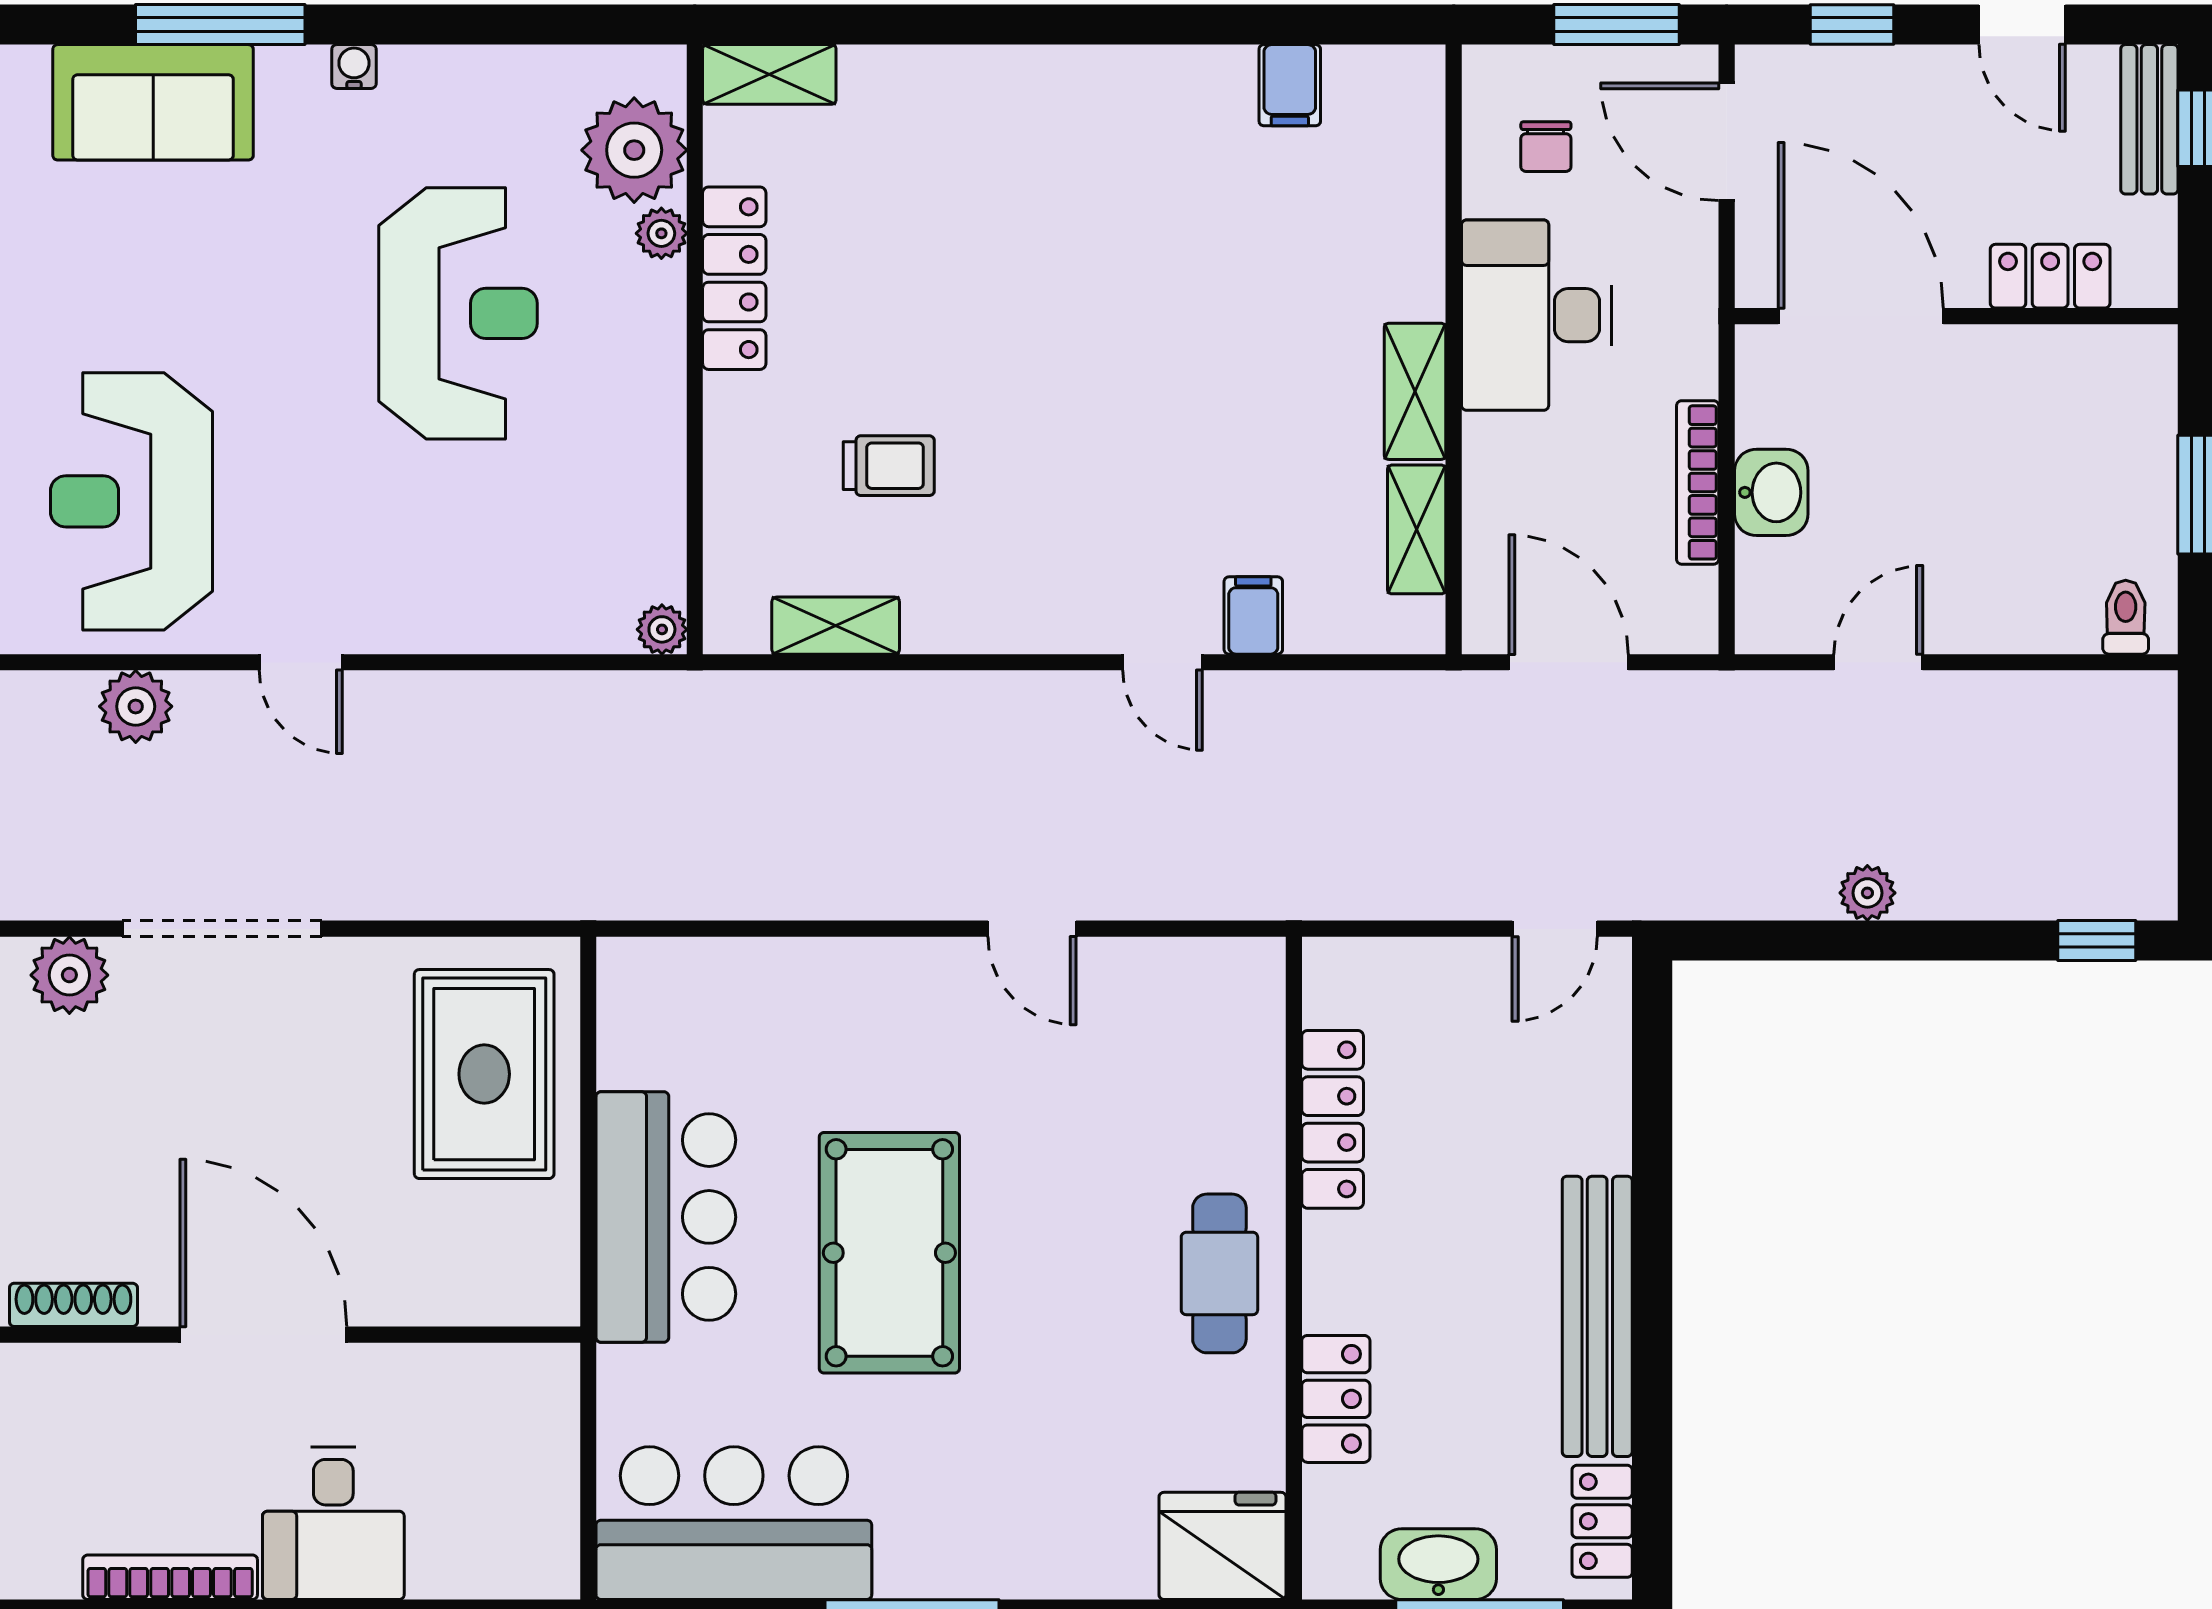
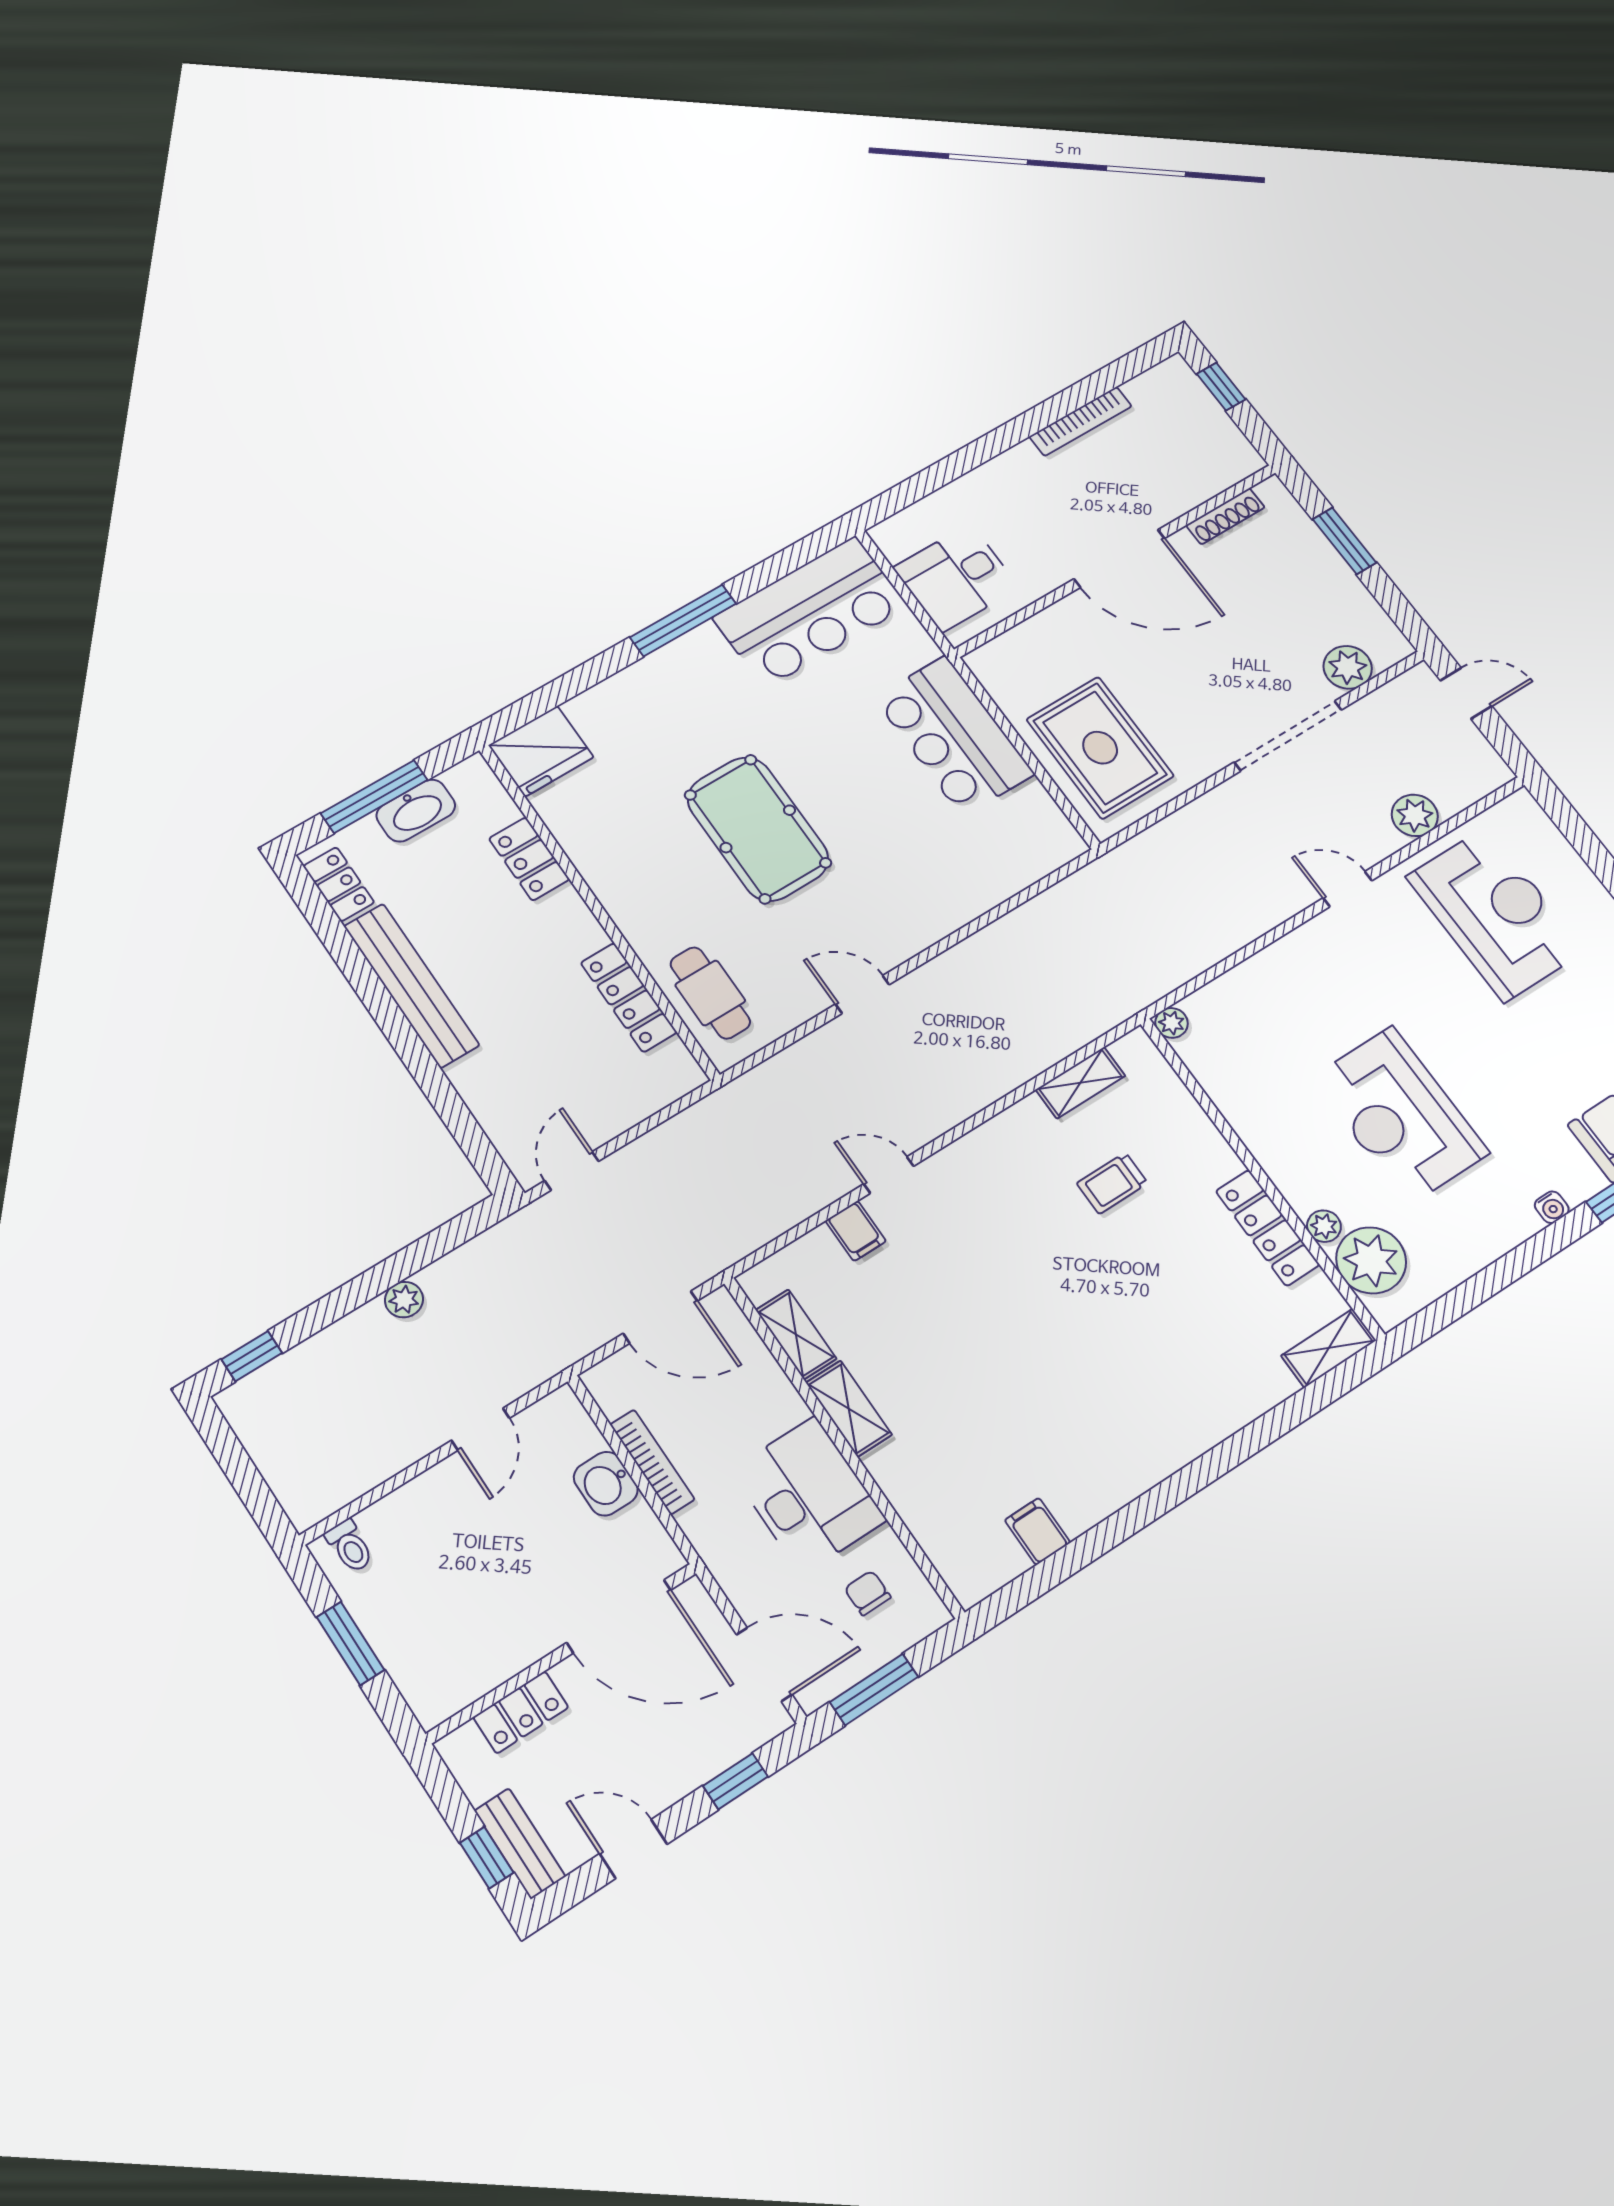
pool table: (889, 1253) -> (758, 829), moved
cafe table: (1219, 1273) -> (710, 993), moved
desk: (333, 1523) -> (956, 578), moved, turned -90

